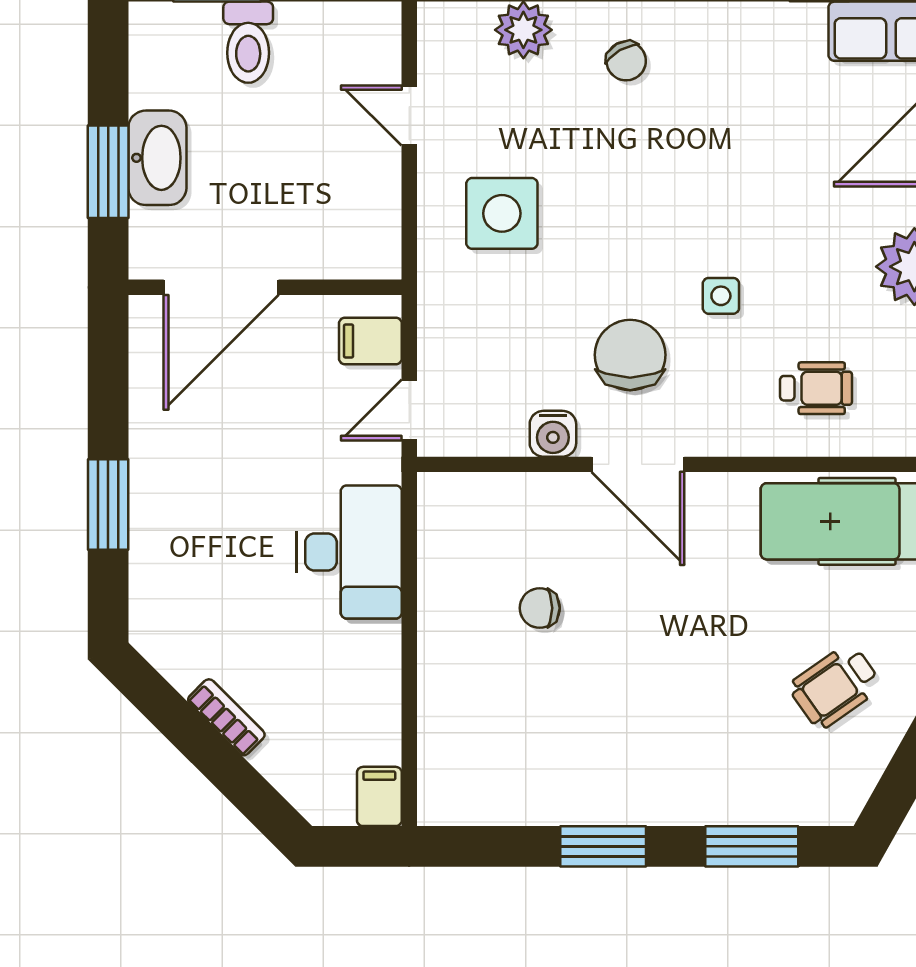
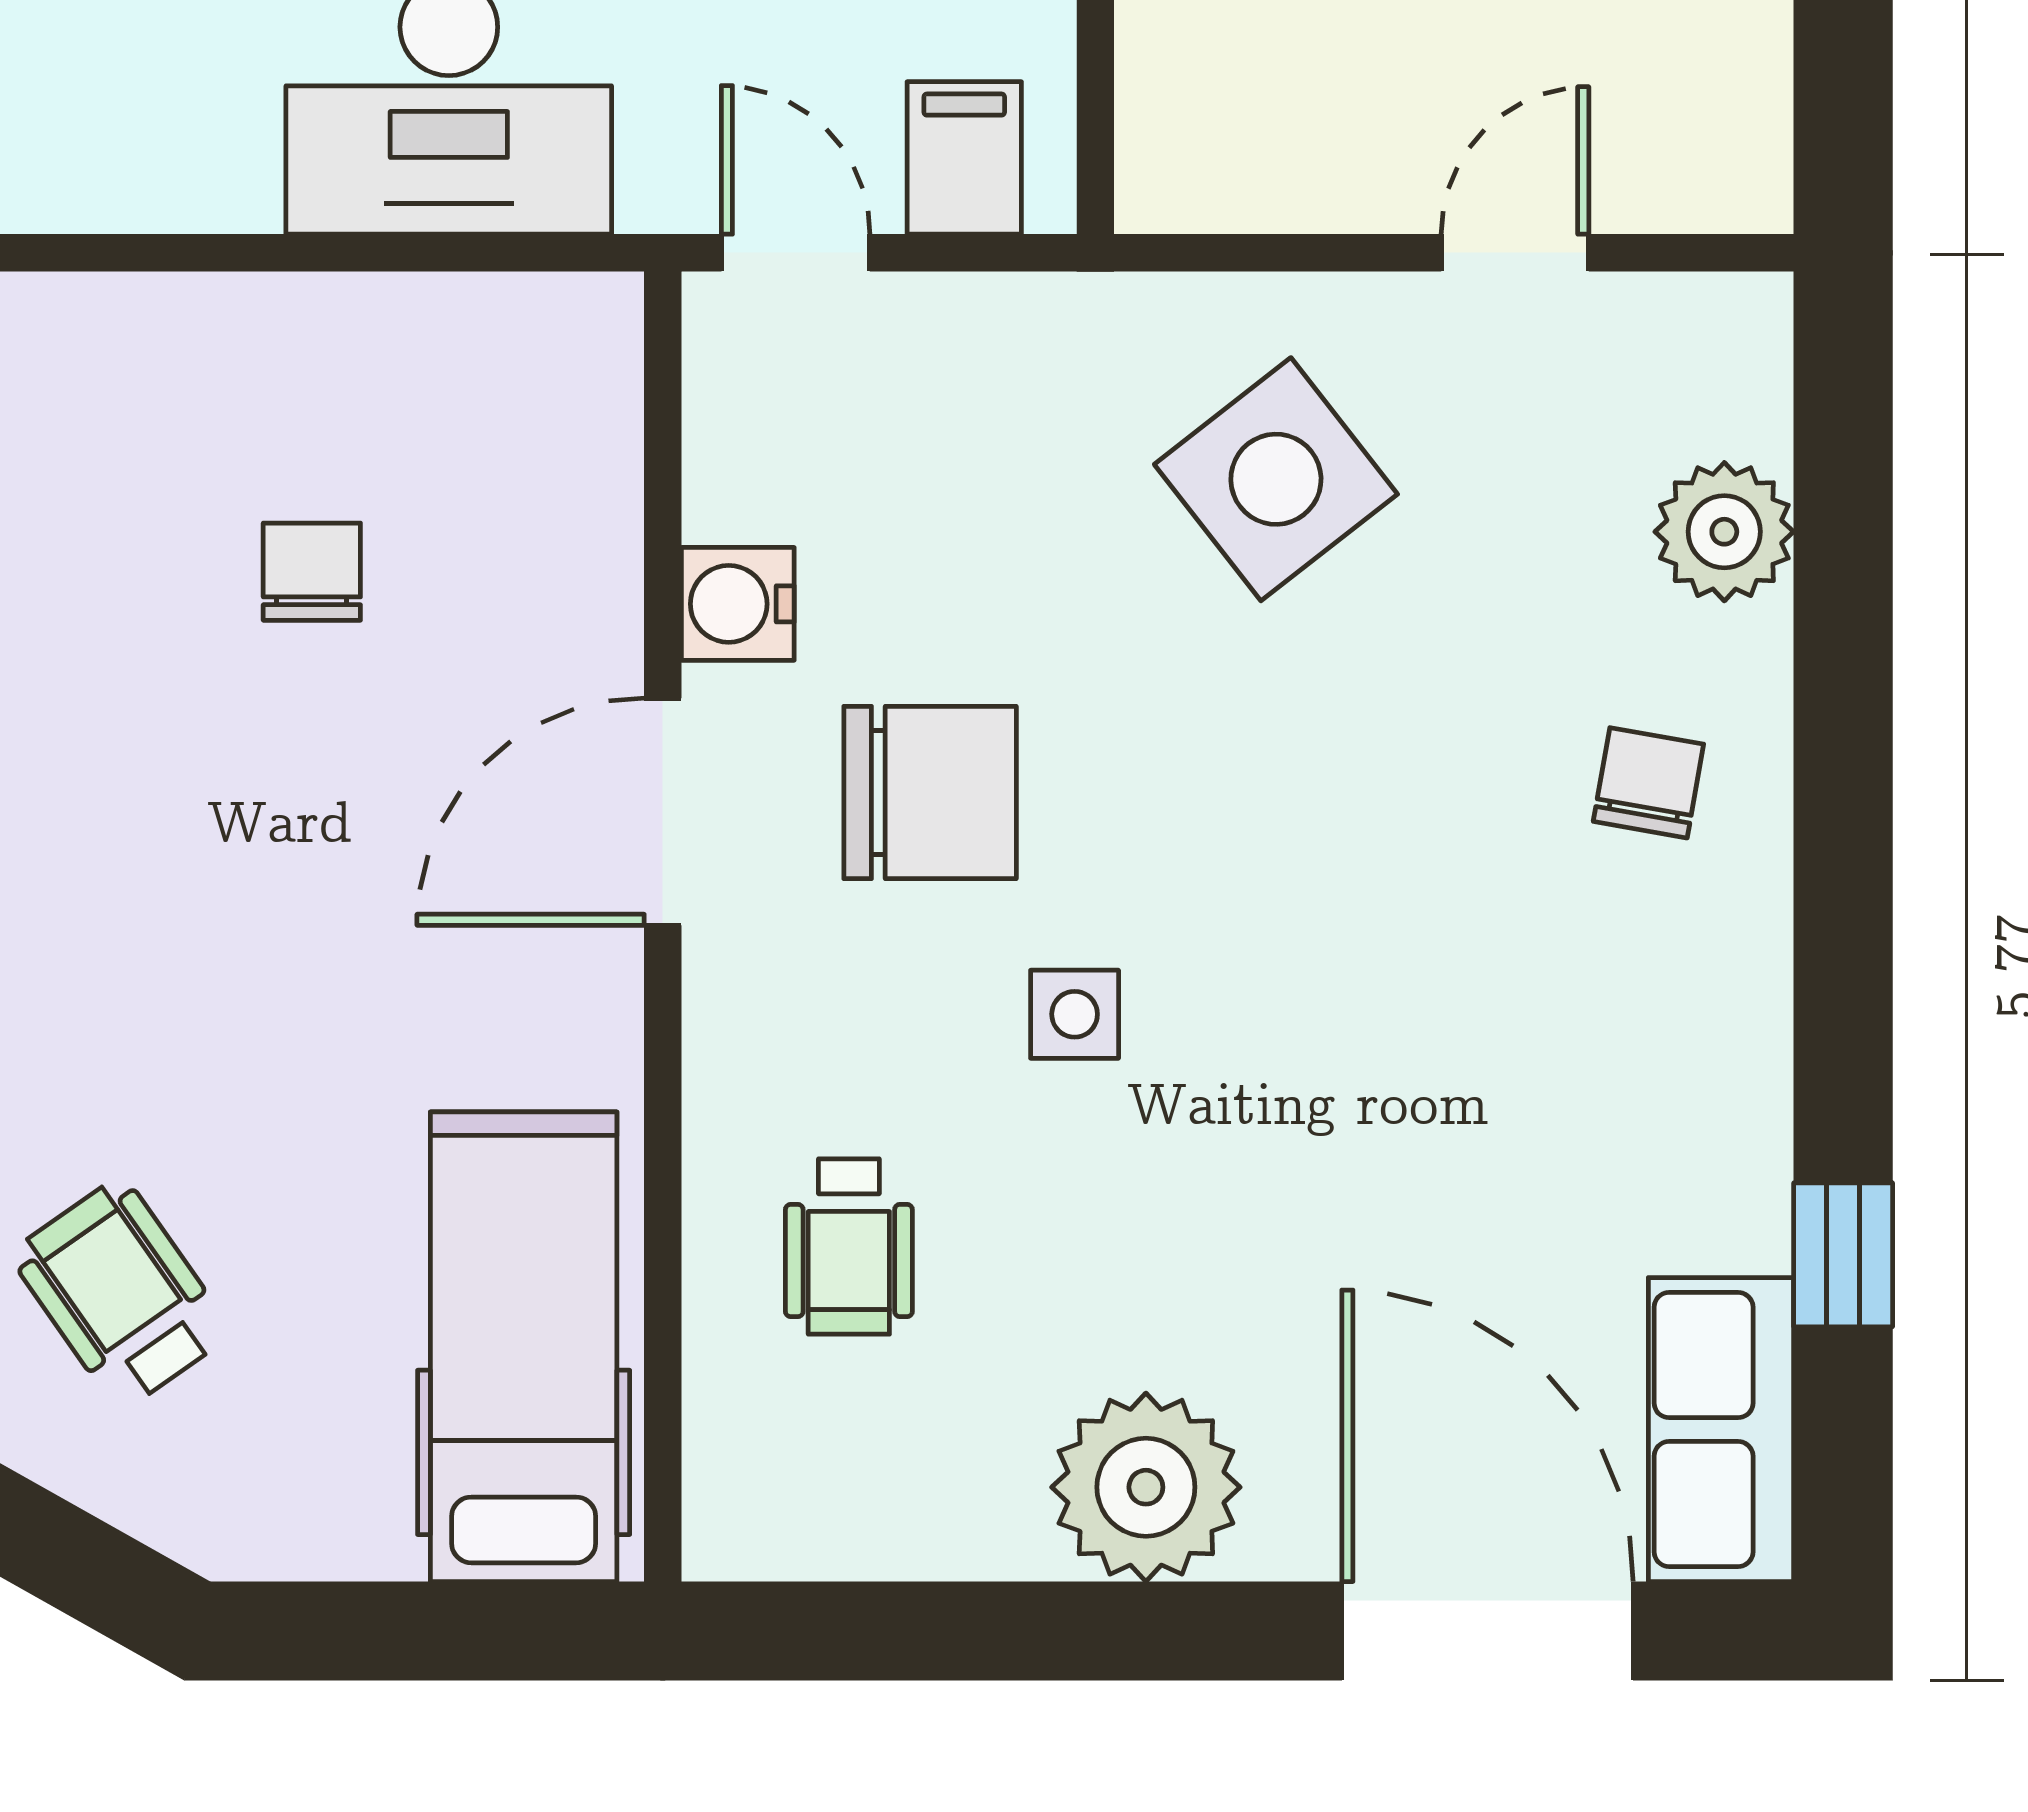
chair: (626, 61) -> (1648, 783), turned 130
side table: (502, 213) -> (1276, 479), turned -38

